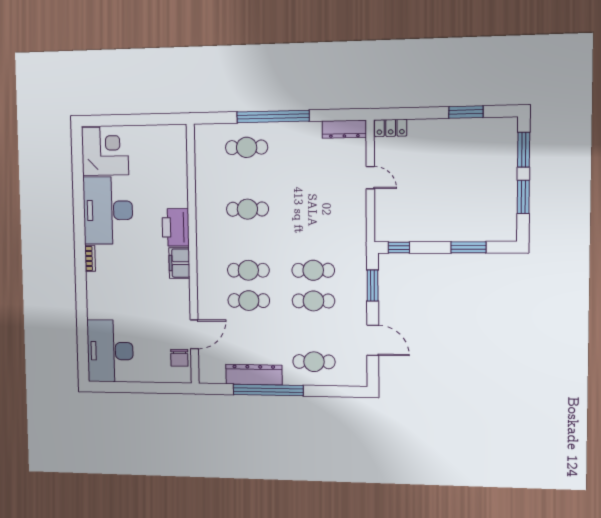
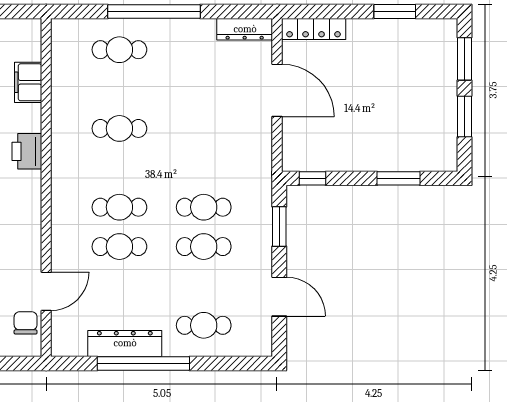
locker: (391, 128) -> (314, 29), width x1.53
door: (370, 178) -> (277, 90), width x1.88
printer: (176, 227) -> (27, 151), width x0.73, depth x0.84
filing cabinet: (179, 263) -> (28, 82), moved
chair: (179, 358) -> (26, 323), turned 180

